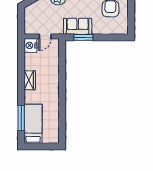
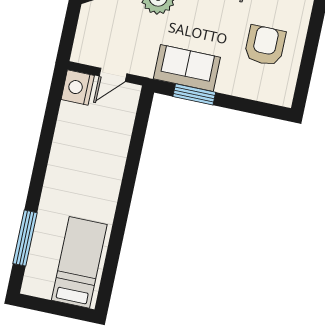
wardrobe: (30, 80) -> (60, 161), removed
bed: (33, 124) -> (79, 262), moved

